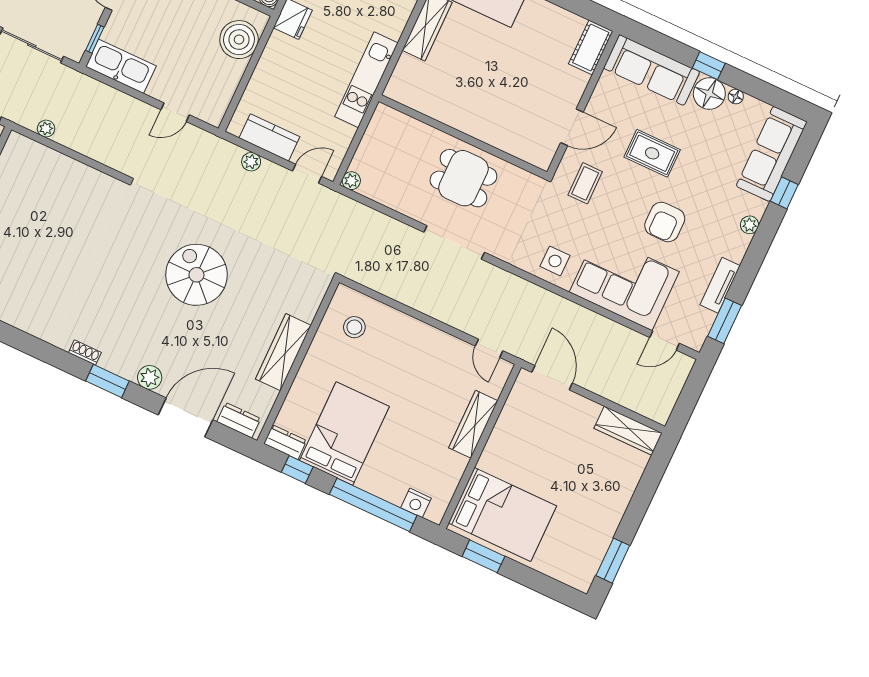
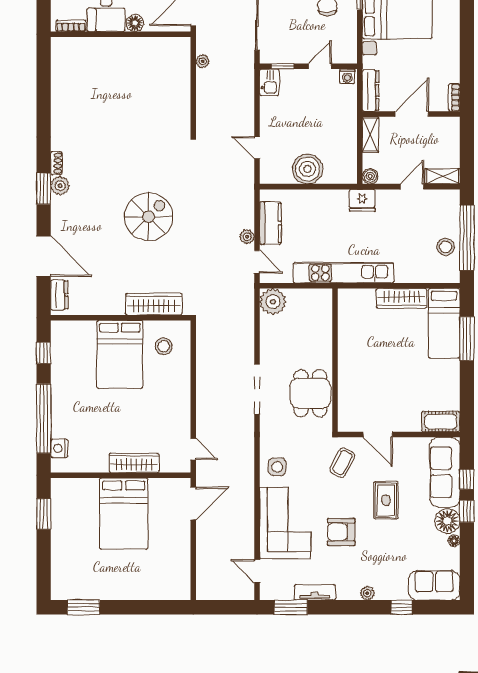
boiler: (239, 40) -> (307, 169), moved
window: (671, 48) -> (467, 479), added
kitchen sink: (121, 66) -> (269, 82), width x0.53, depth x0.81
kitchen unit: (366, 80) -> (343, 273), width x1.36
sofa: (772, 154) -> (434, 585), width x0.73
plant: (251, 162) -> (247, 237), moved
dining table: (463, 178) -> (310, 393), moved
plant: (351, 181) -> (273, 302), width x1.88, depth x1.88
coffee table: (585, 183) -> (342, 463), turned -63
door: (489, 348) -> (193, 449), swing flipped
wardrobe: (283, 352) -> (154, 304), moved
plant: (150, 377) -> (60, 186), moved
wardrobe: (628, 431) -> (181, 575), removed
bed: (344, 434) -> (120, 354), moved, turned 90
dresser: (285, 442) -> (59, 335), removed
bed: (502, 515) -> (124, 514), moved

